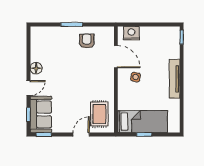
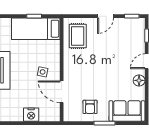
nightstand: (131, 33) -> (31, 115), moved
sofa: (41, 114) -> (127, 111), moved, turned 90
door: (81, 135) -> (105, 16), moved

